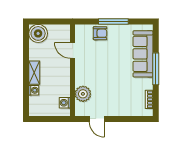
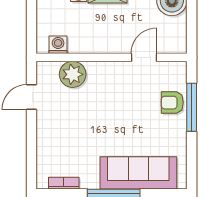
window: (113, 21) -> (192, 107), moved
armchair: (100, 33) -> (172, 103), turned 90

